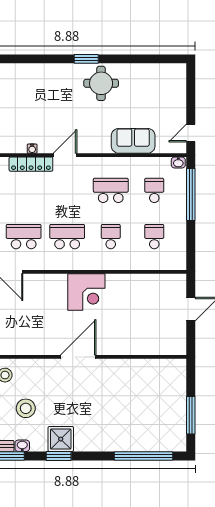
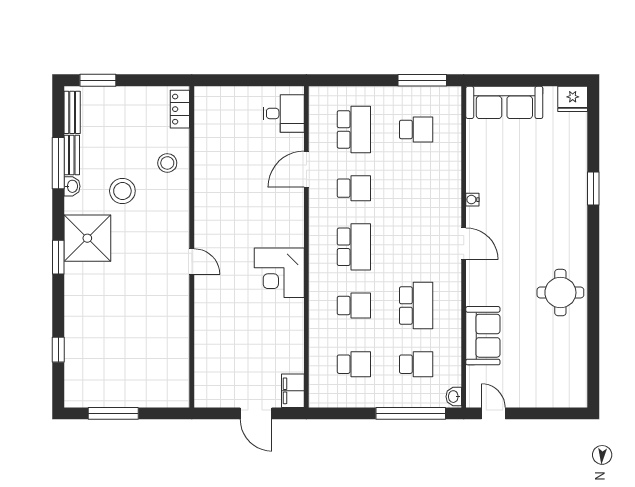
window: (86, 59) -> (593, 189), moved
locker: (31, 164) -> (452, 198), removed
school desk: (24, 237) -> (354, 188), width x0.54
filing cabinet: (174, 282) -> (293, 391), added
door: (78, 357) -> (192, 261), width x0.53
shower: (61, 439) -> (87, 238), width x1.37, depth x1.37
window: (59, 456) -> (58, 257), moved
window: (143, 456) -> (58, 350), width x0.32

